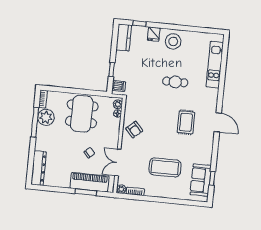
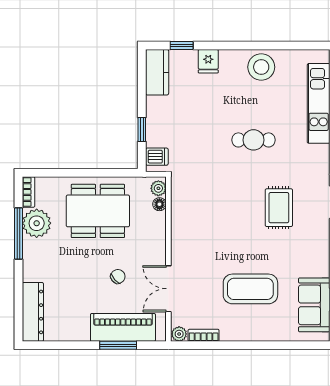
stool: (173, 41) -> (261, 67), moved
dining table: (82, 114) -> (98, 211), turned 90
armchair: (134, 130) -> (191, 229), removed

